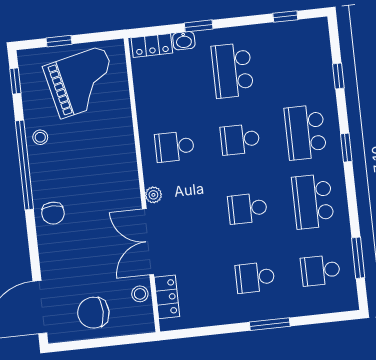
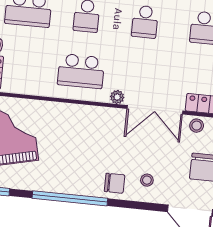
stool: (40, 137) -> (147, 180), moved
school desk: (175, 147) -> (81, 71), width x1.85

